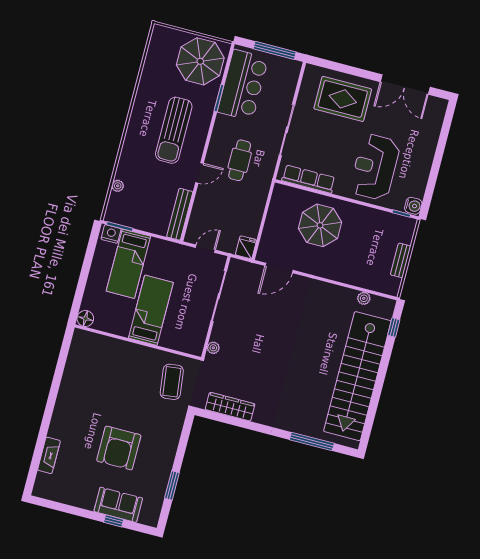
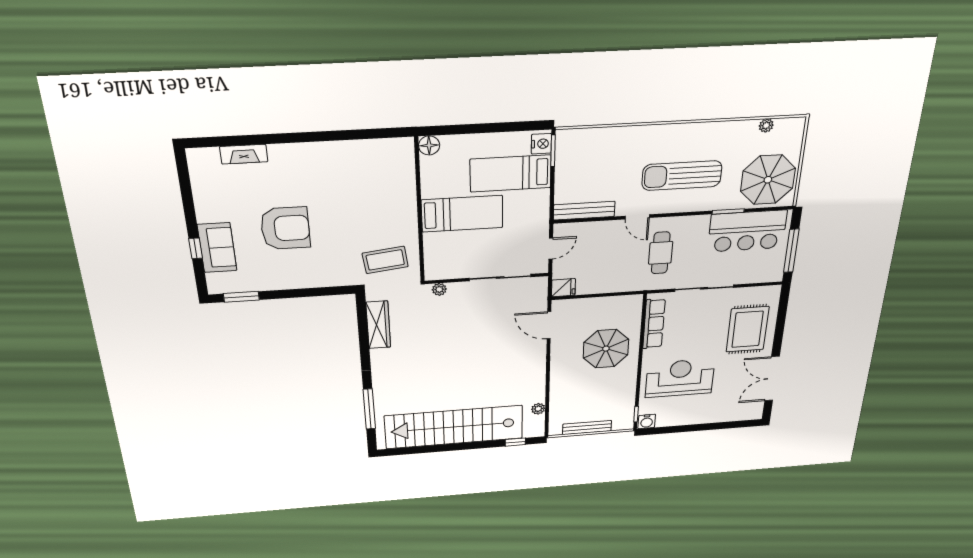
cafe table: (240, 160) -> (661, 253), turned 90
plant: (118, 186) -> (766, 126), moved
door: (205, 249) -> (551, 249), hinge flipped
bench: (401, 260) -> (587, 428), width x1.36
armchair: (119, 448) -> (285, 228), turned 180
window: (172, 485) -> (241, 297), moved

